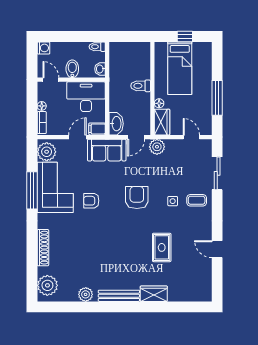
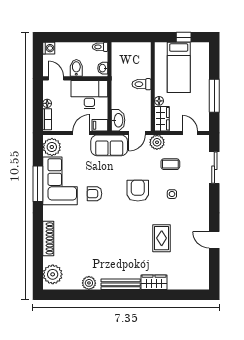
coffee table: (197, 200) -> (170, 164), moved

